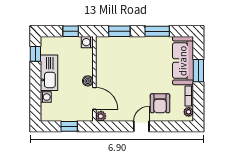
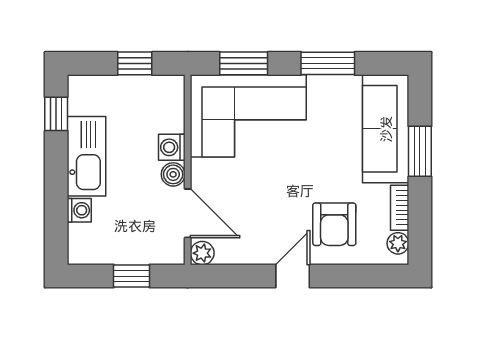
washing machine: (87, 42) -> (172, 147), moved
corner sofa: (121, 55) -> (248, 116), added

